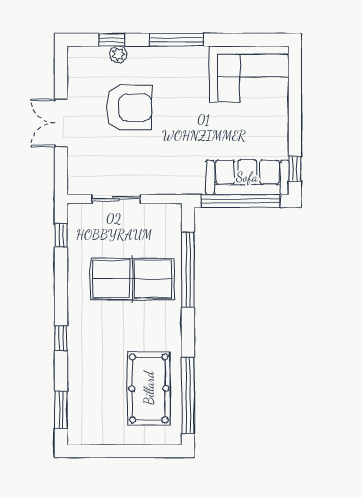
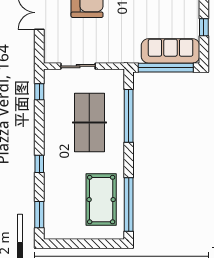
window: (295, 169) -> (204, 27), moved
table tennis table: (132, 279) -> (89, 123), turned 90

